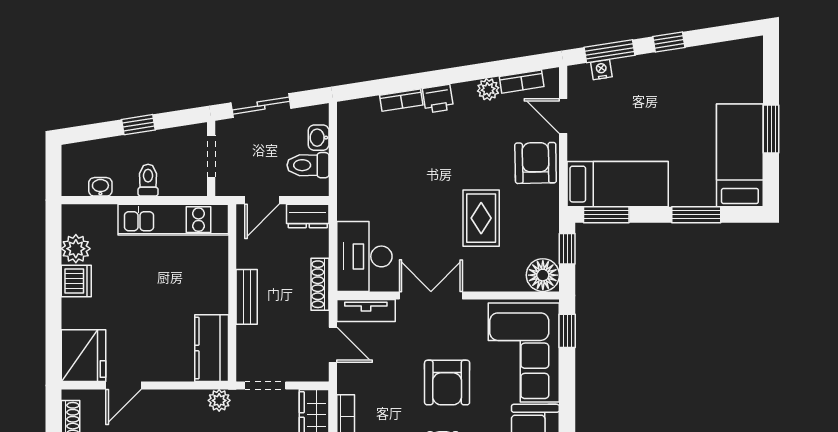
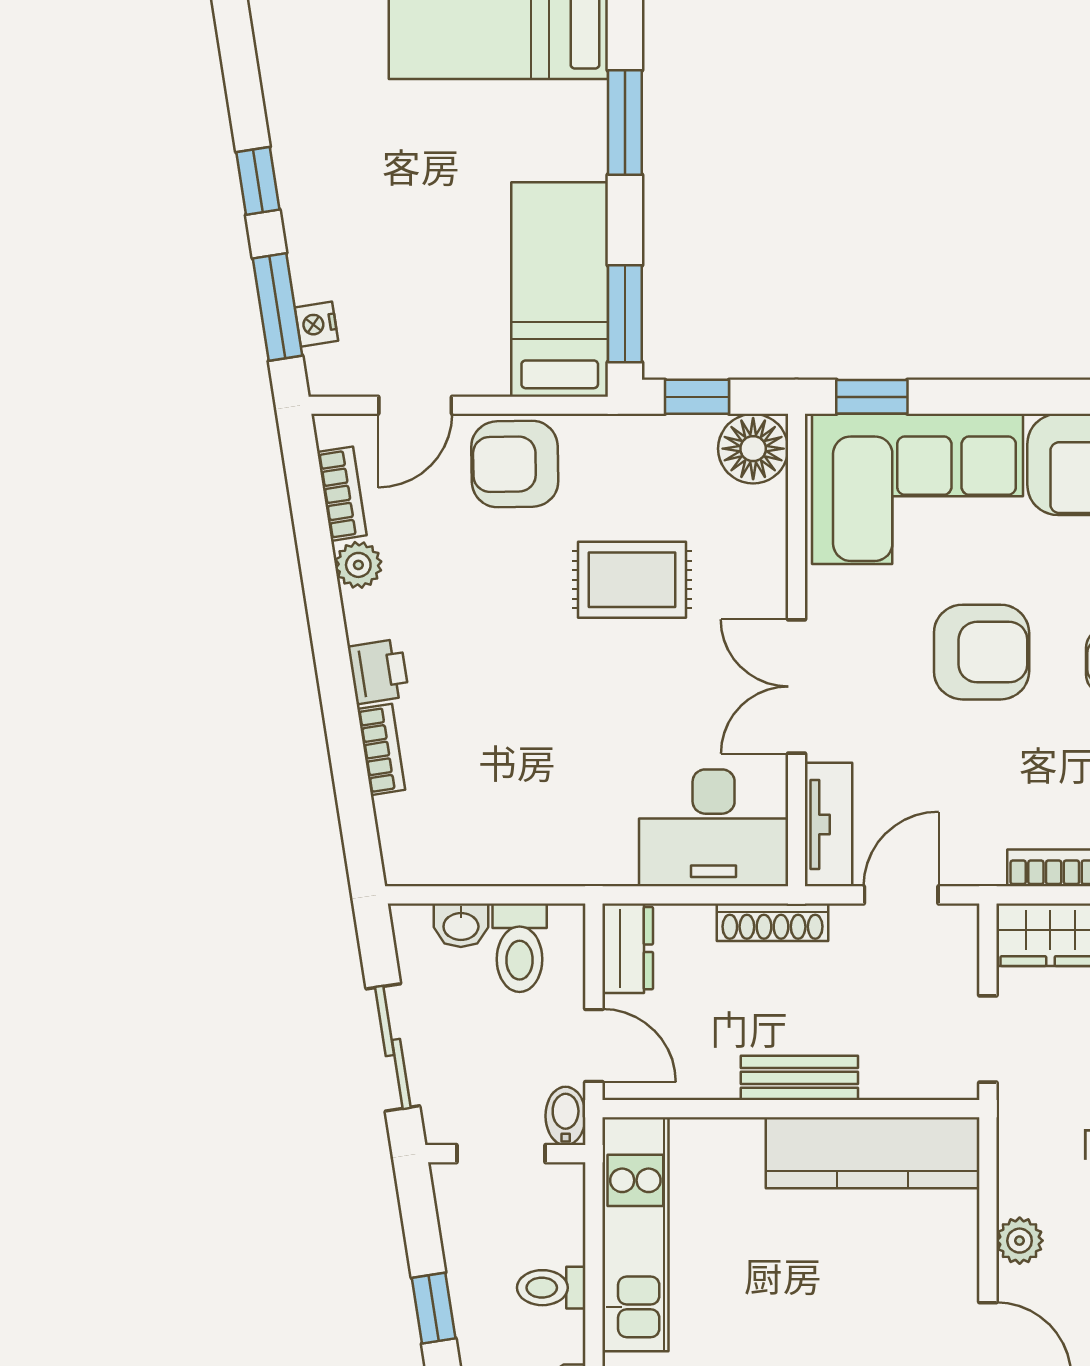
bidet: (229, 187) -> (566, 1116), added
kitchen counter: (212, 348) -> (873, 1153), width x1.50
plant: (219, 400) -> (1020, 1241), moved

